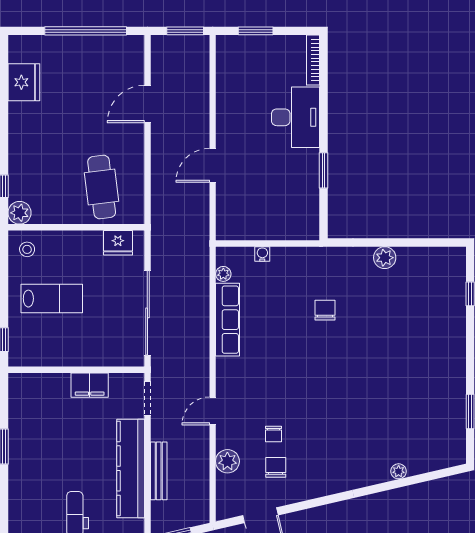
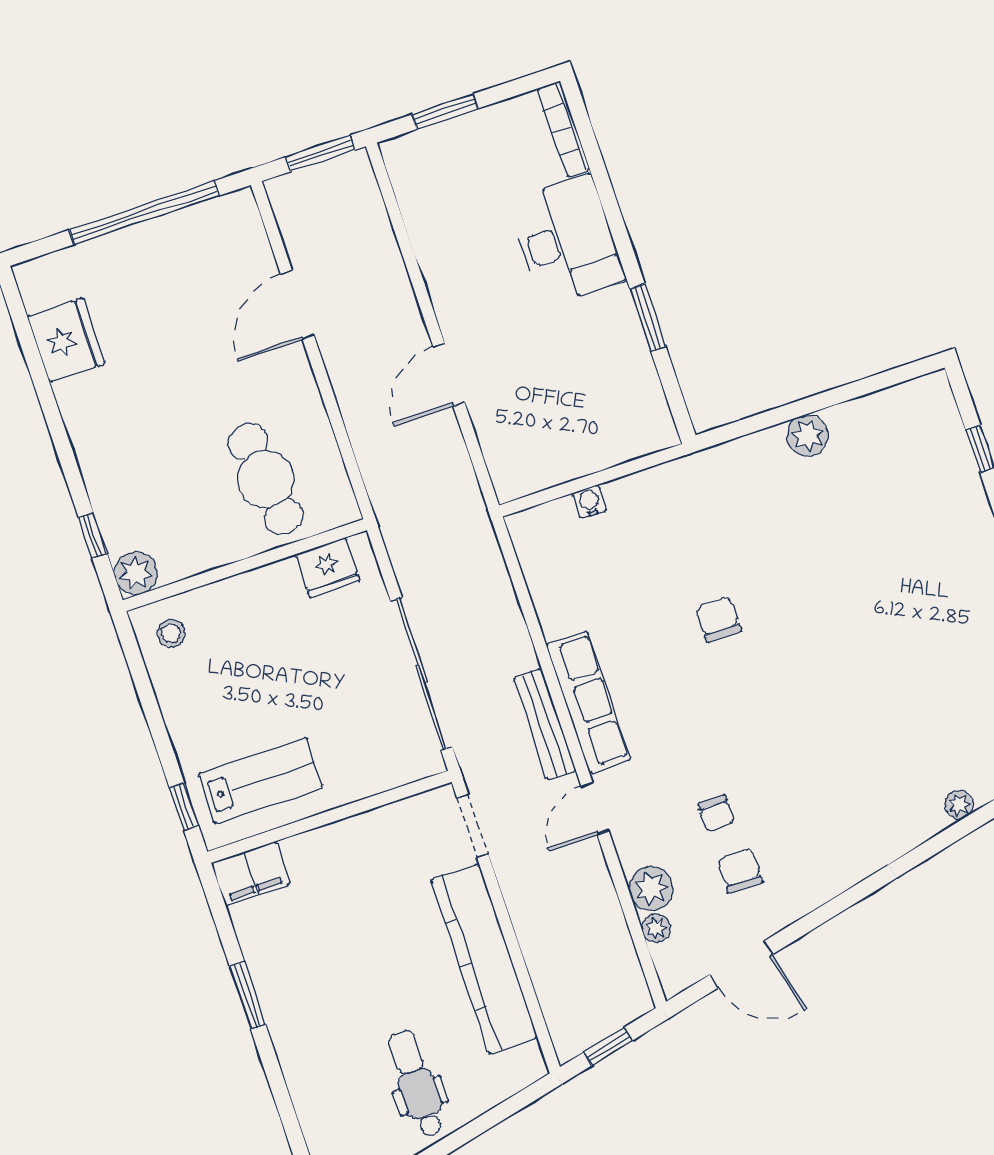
plant: (223, 274) -> (656, 928), moved
lab bench: (52, 299) -> (261, 781), moved
chair: (325, 310) -> (718, 619), moved
row of seats: (227, 320) -> (588, 702), moved
filing cabinet: (90, 385) -> (251, 873), moved
bench: (159, 471) -> (545, 724), moved

